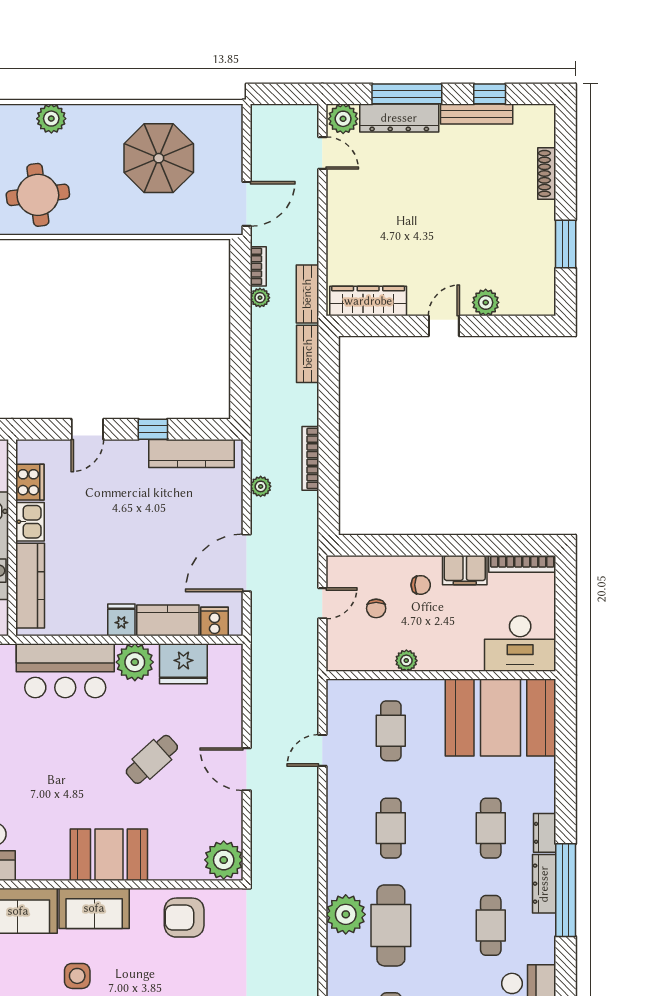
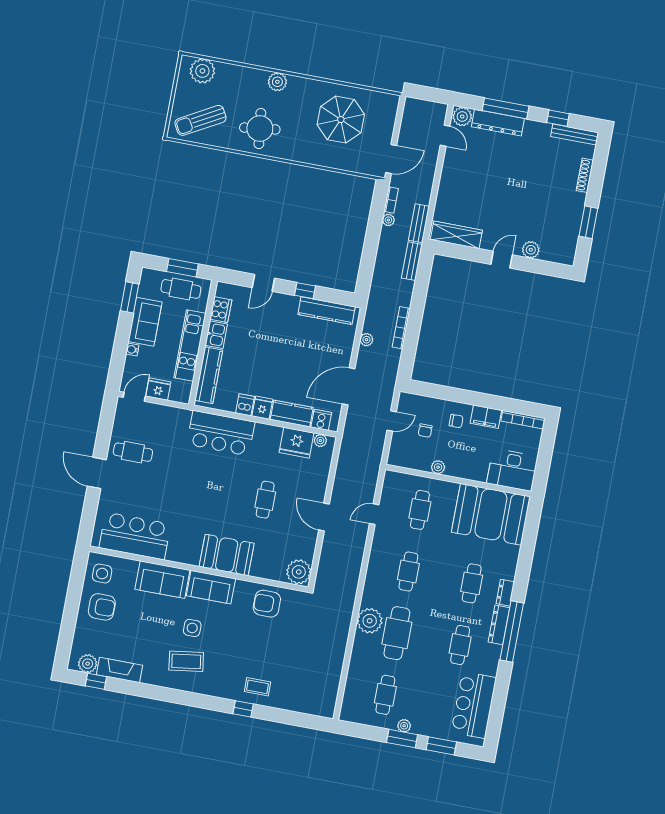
bench: (477, 114) -> (575, 134), moved
dishwasher: (94, 621) -> (245, 405), added
plant: (135, 662) -> (320, 441), moved, width x0.53, depth x0.53
cafe table: (152, 759) -> (265, 500), turned -48

